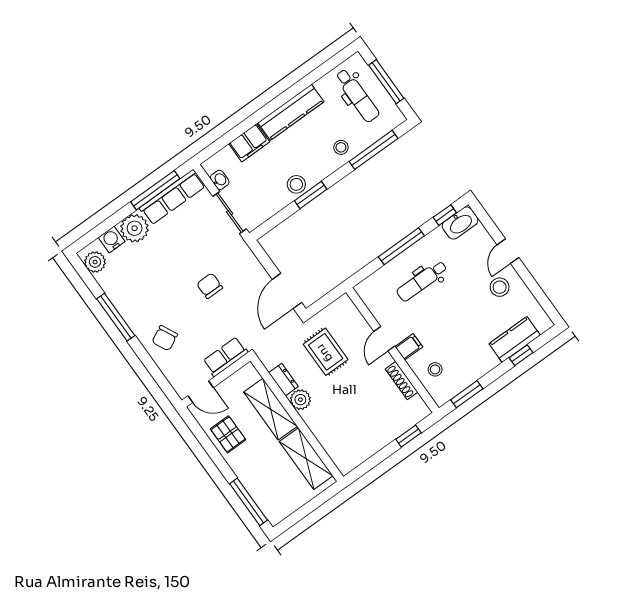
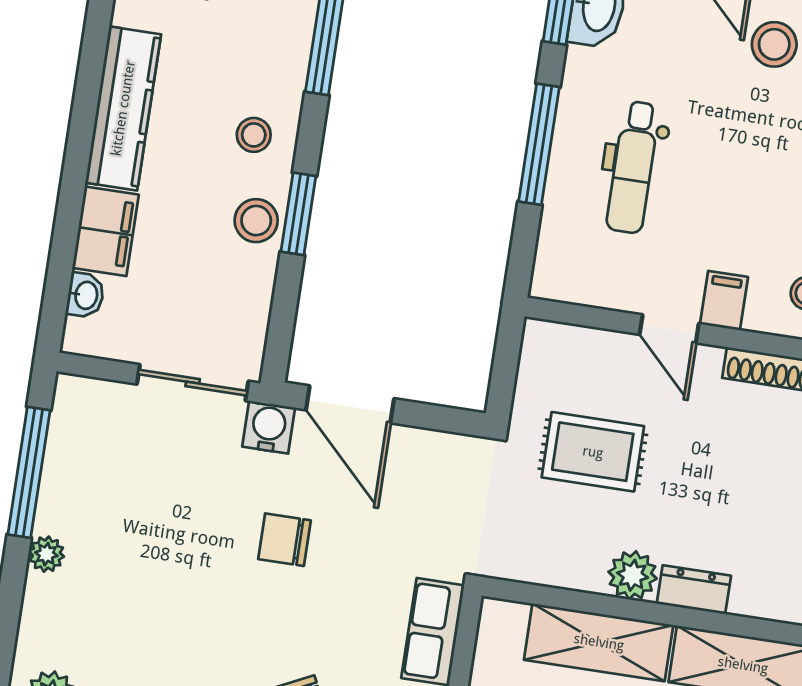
stool: (341, 147) -> (254, 135), moved
washbasin: (220, 180) -> (85, 295), moved, turned 90
row of seats: (172, 197) -> (70, 455), removed
plant: (135, 228) -> (46, 554), width x0.53, depth x0.53
water cooler: (112, 239) -> (269, 427), moved, turned 90
door: (287, 291) -> (350, 404), moved
dresser: (283, 380) -> (694, 590), moved

